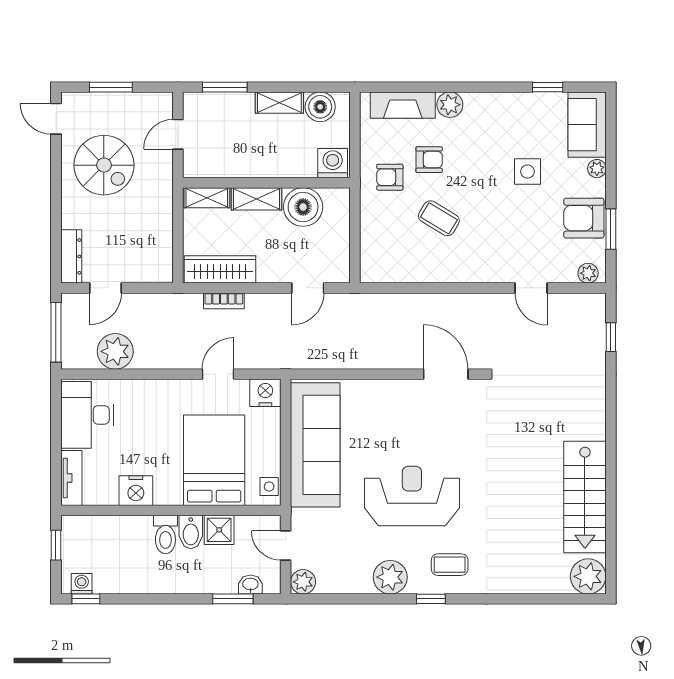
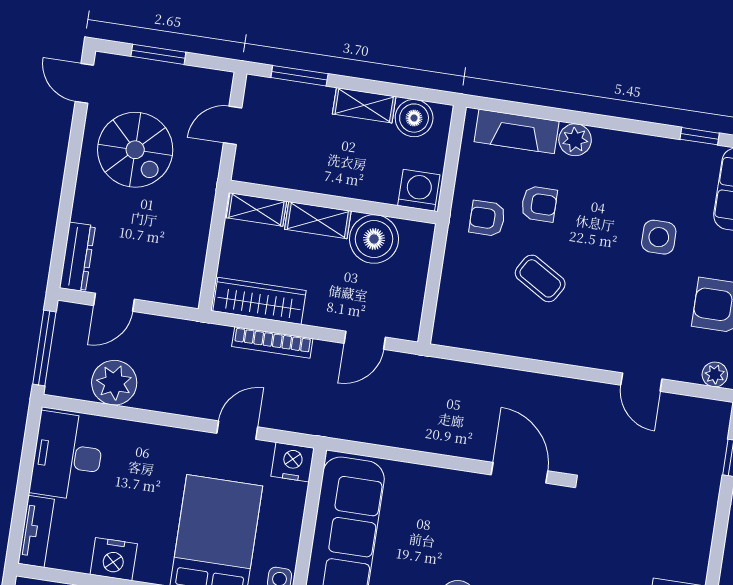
bookcase: (224, 301) -> (272, 343), width x1.56

